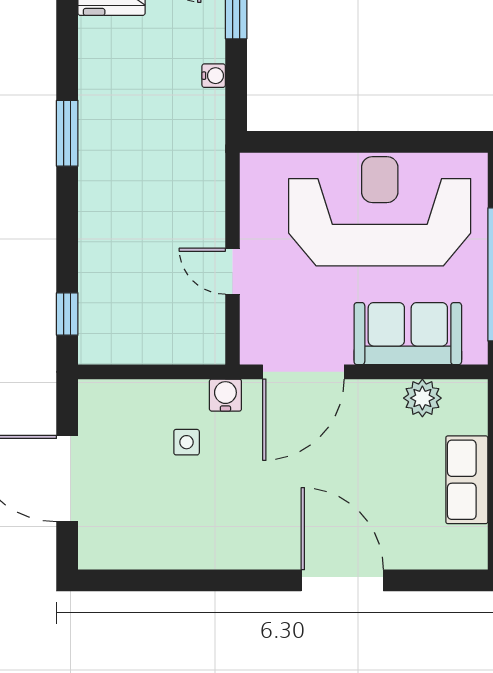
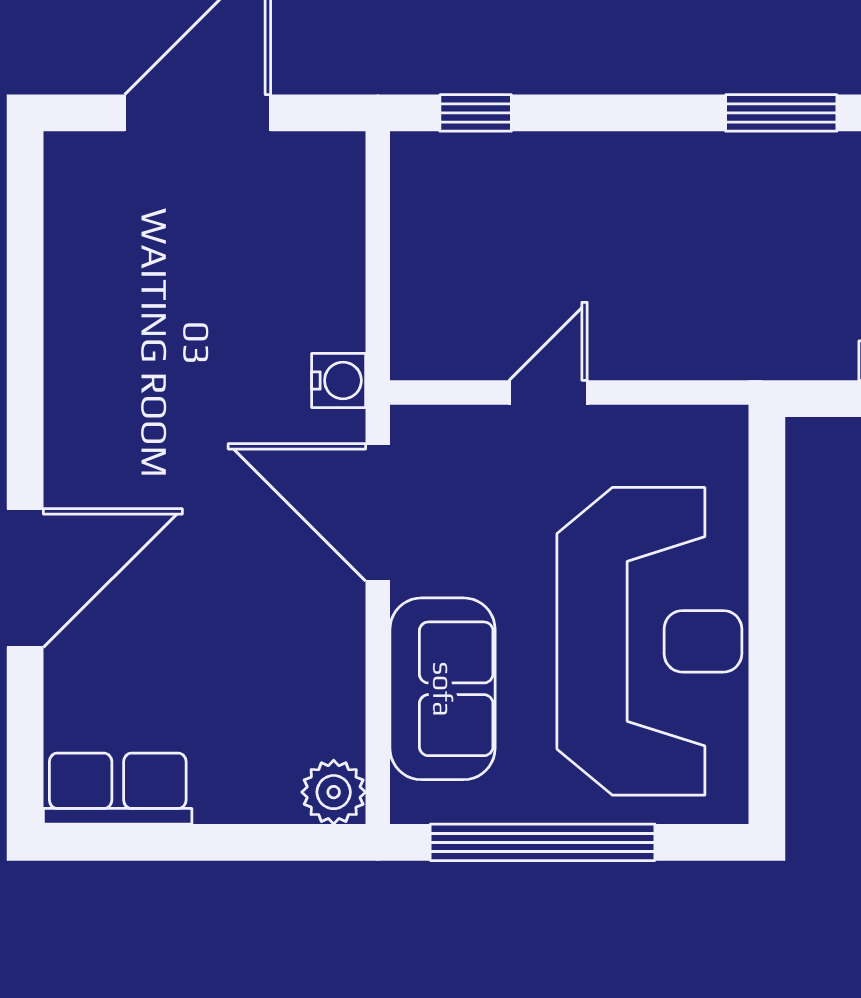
plant: (422, 398) -> (334, 792), moved
side table: (187, 442) -> (259, 315), removed
row of seats: (467, 480) -> (118, 789), moved

